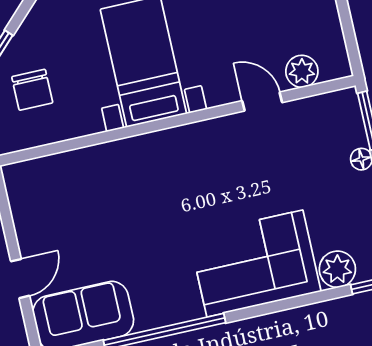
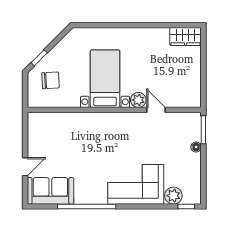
plant: (302, 71) -> (138, 100), moved
chair: (32, 90) -> (50, 80), turned -93

